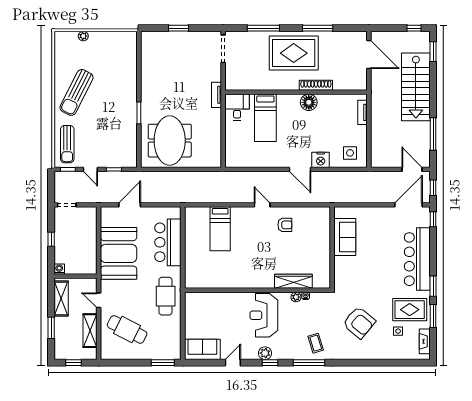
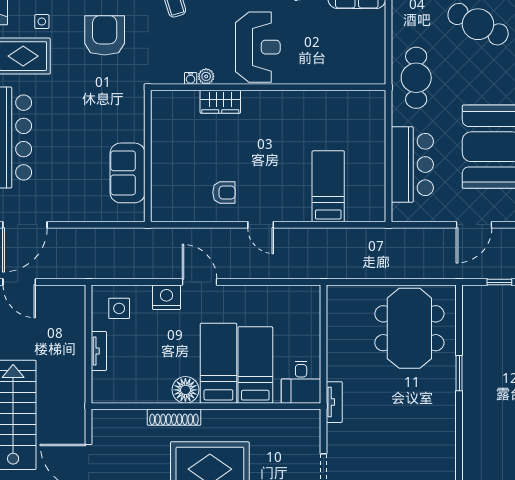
tv unit: (363, 112) -> (99, 351), moved
bed: (288, 119) -> (218, 363), added
armchair: (285, 225) -> (224, 192), turned 180
wardrobe: (293, 281) -> (220, 102), width x0.67
armchair: (359, 322) -> (105, 35), turned 50

